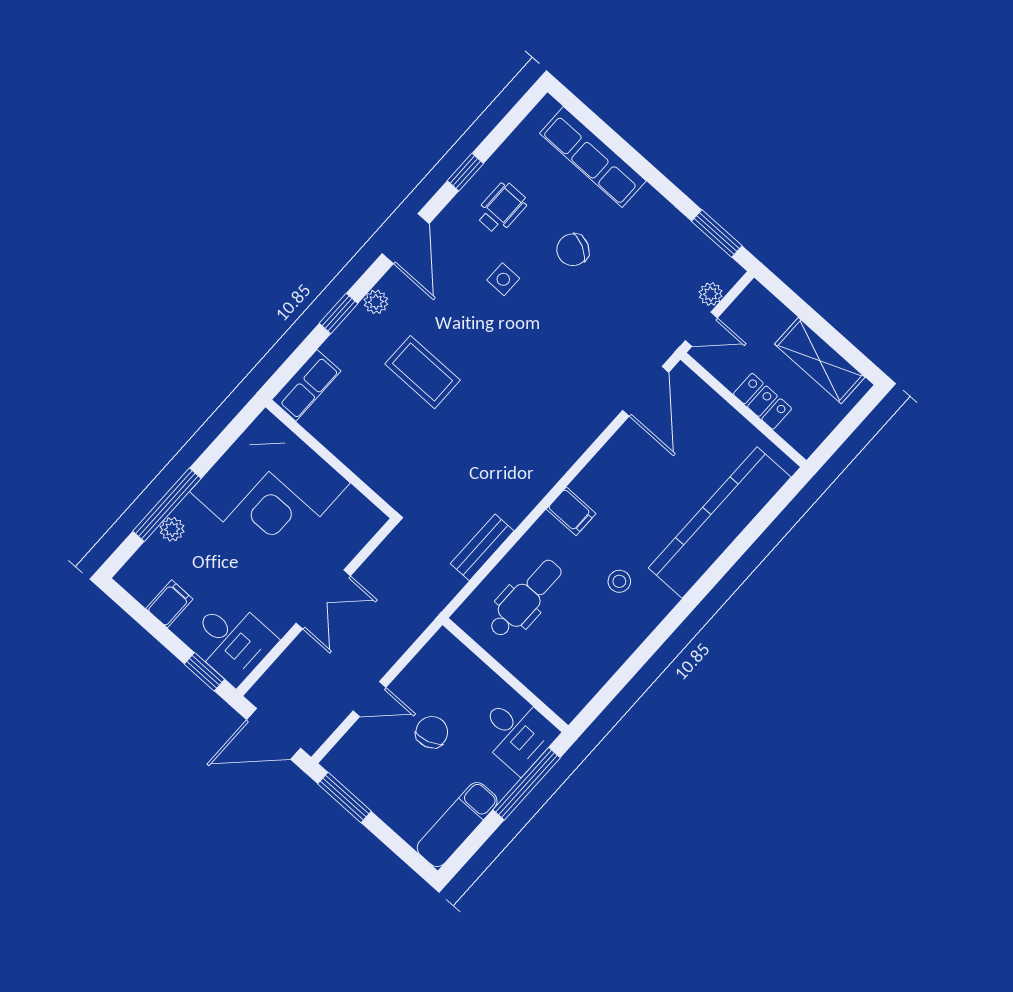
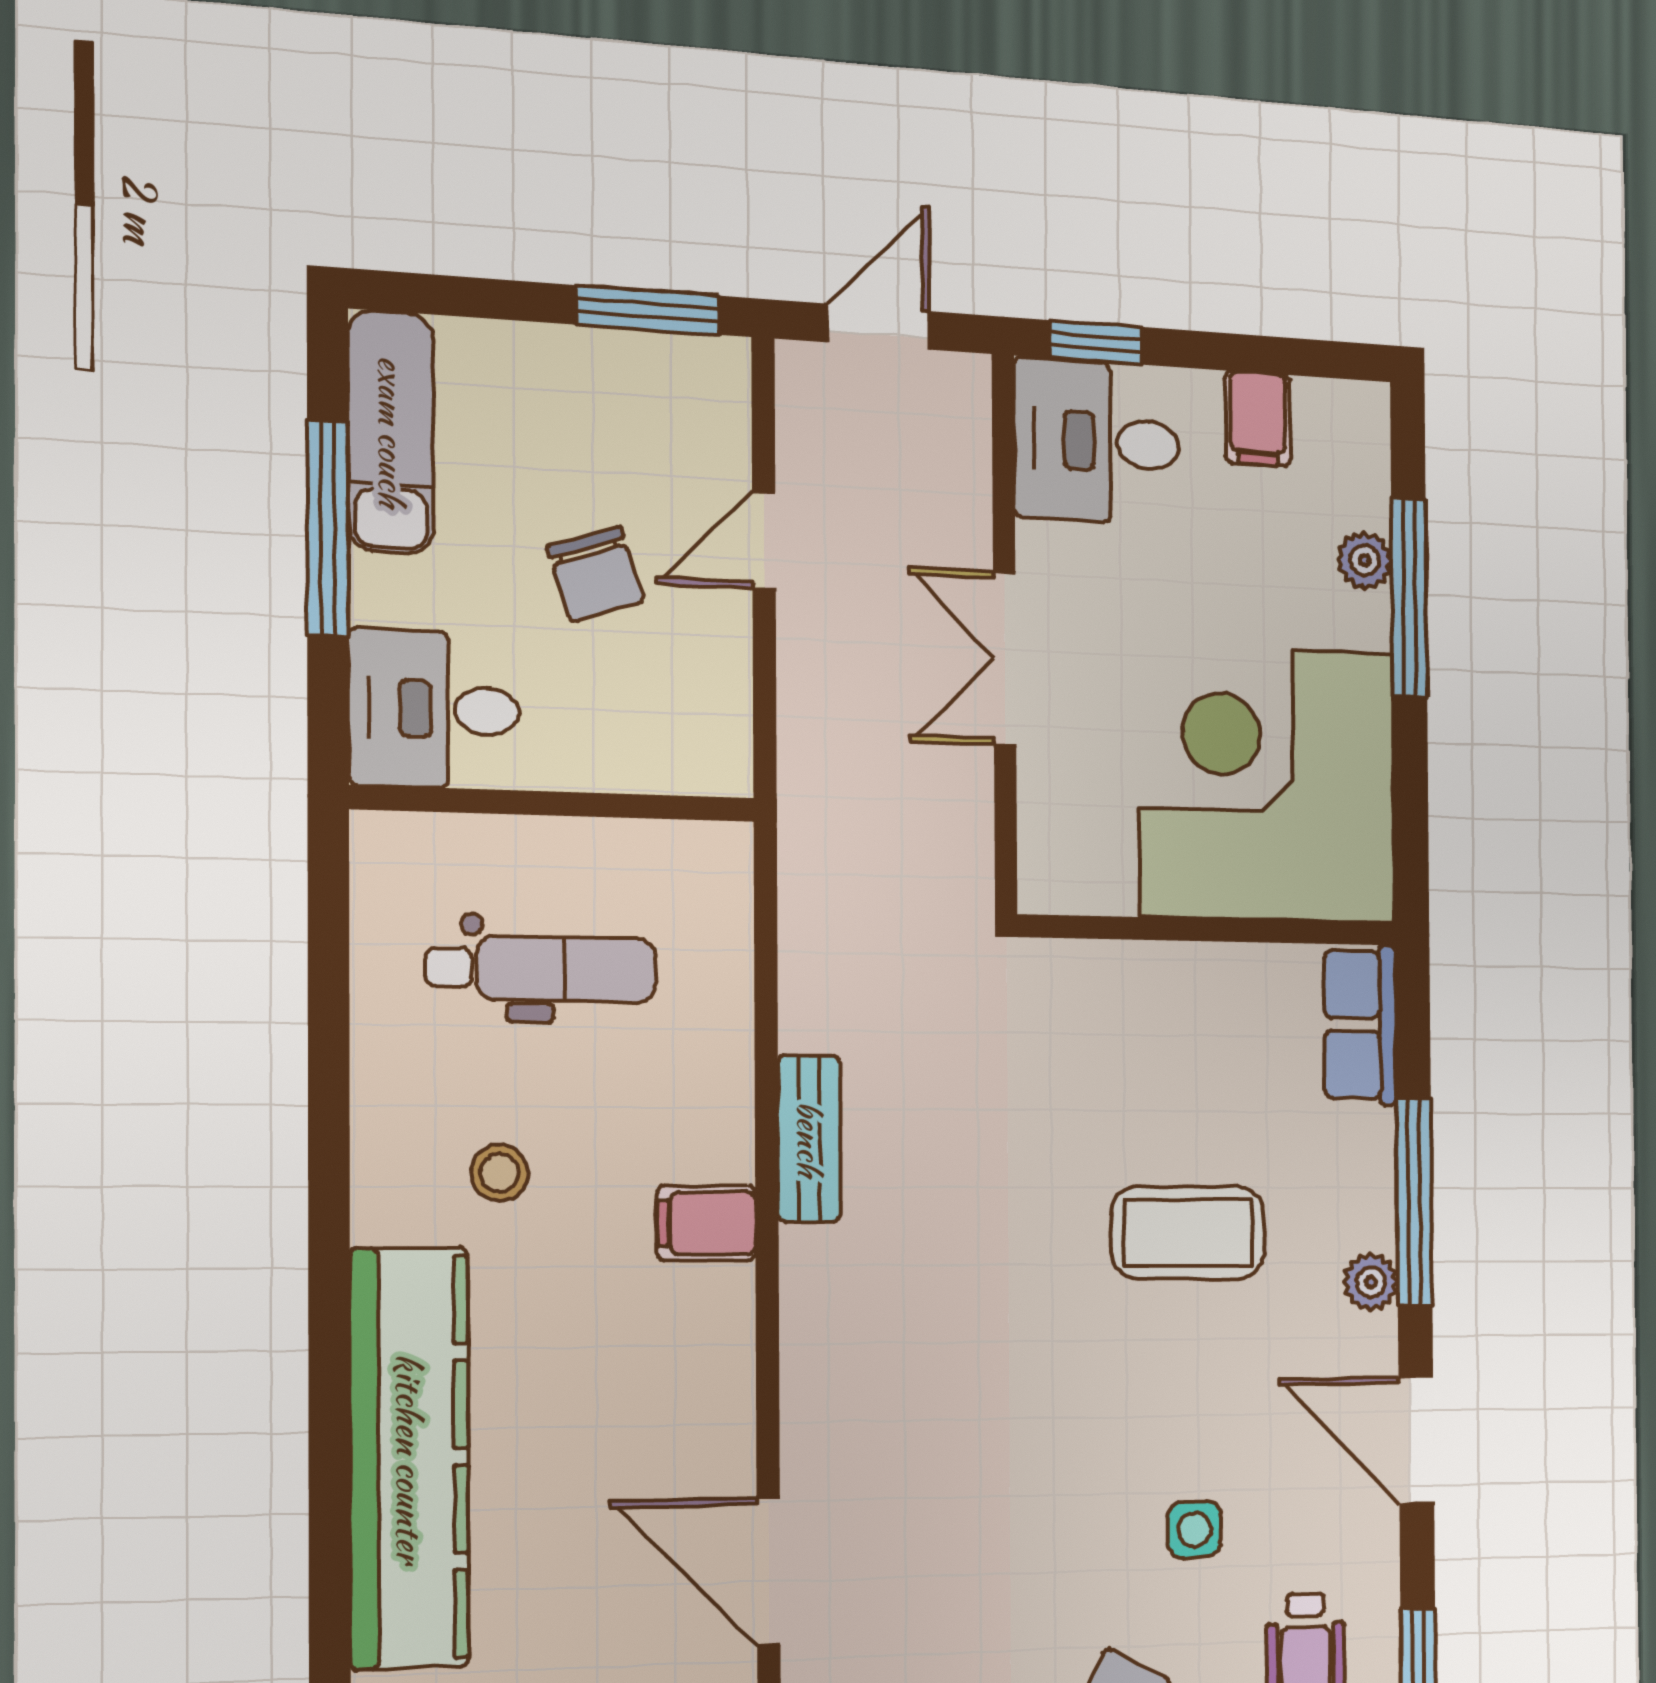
window: (339, 313) -> (1414, 1202), width x2.17
bench: (482, 547) -> (809, 1139), moved
dental chair: (525, 599) -> (542, 969), moved, turned -90
door: (274, 734) -> (879, 327), width x0.73
window: (527, 784) -> (328, 529), moved

